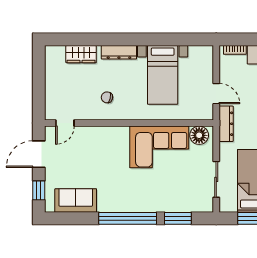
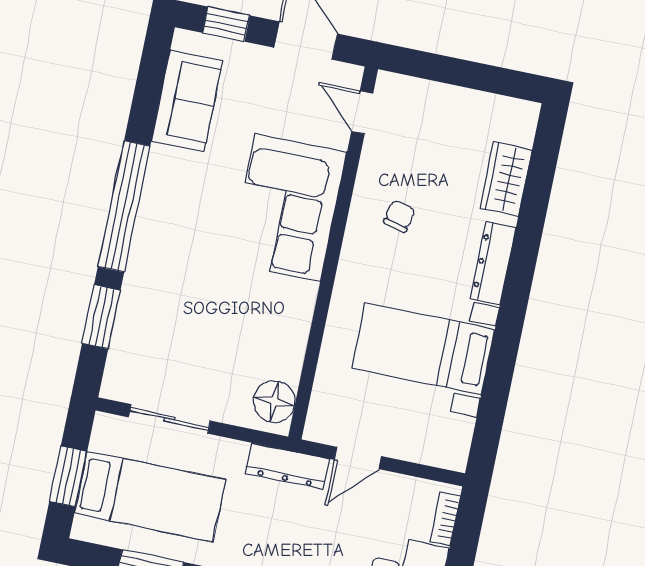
corner sofa: (159, 147) -> (288, 207), moved

